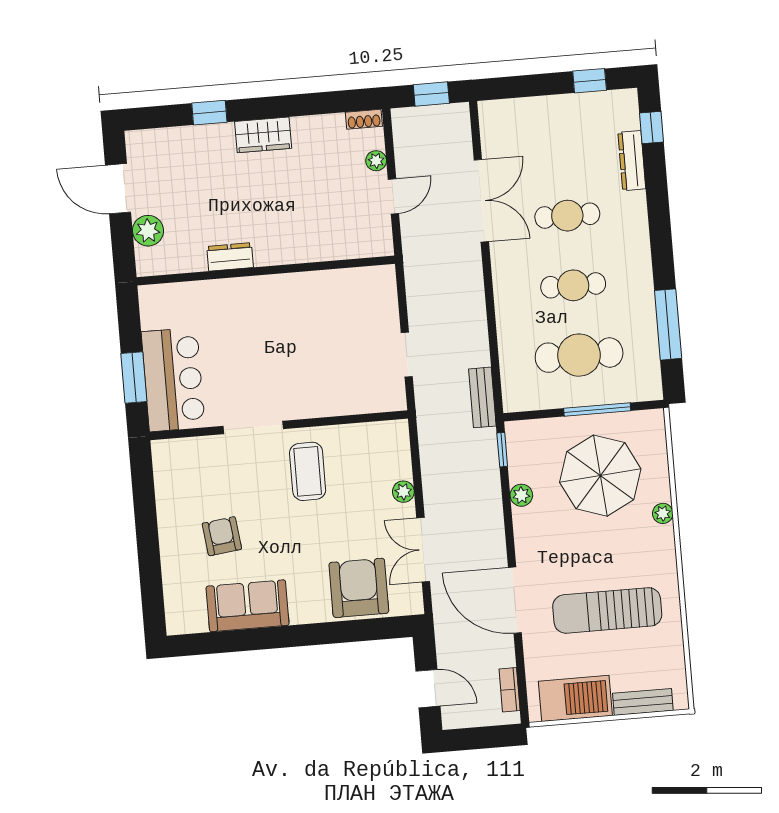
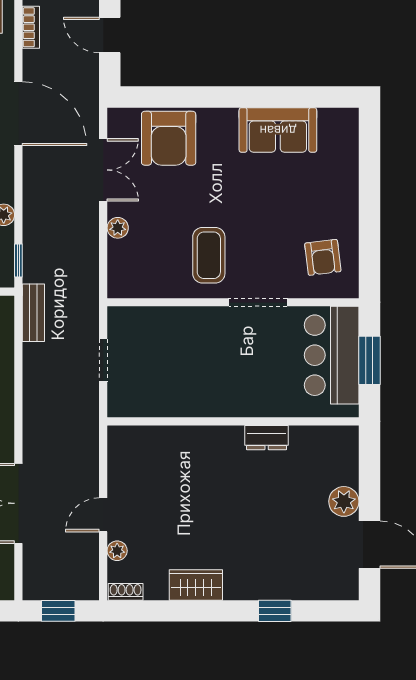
wardrobe: (263, 135) -> (196, 585), moved
dresser: (230, 257) -> (267, 438), moved
wall: (266, 271) -> (233, 421), moved
armchair: (222, 536) -> (323, 257), moved

